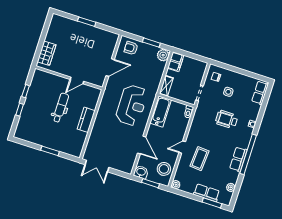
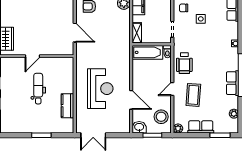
door: (110, 68) -> (75, 33), hinge flipped
door: (77, 80) -> (32, 56), moved
reception desk: (132, 105) -> (100, 89), moved
bathtub: (161, 112) -> (147, 52), moved, turned 90
wheelchair: (227, 119) -> (184, 63), moved, turned -90
kitchen counter: (86, 120) -> (68, 106), moved
row of seats: (207, 193) -> (201, 127), moved

